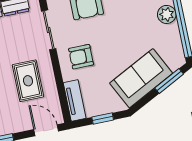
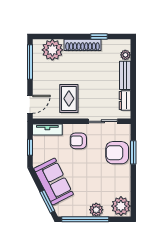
armchair: (81, 57) -> (78, 141), turned -90
rug: (28, 81) -> (69, 99), turned 90

